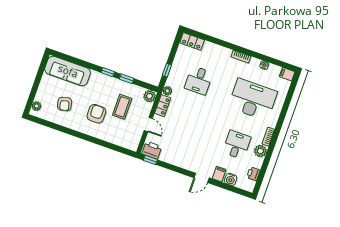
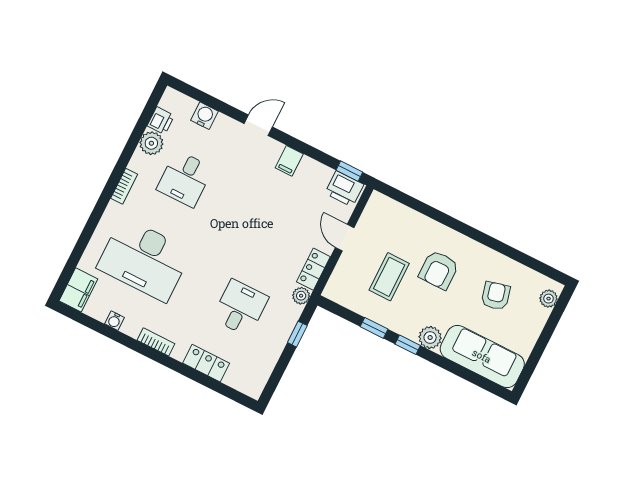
locker: (192, 41) -> (206, 363), moved
filing cabinet: (287, 74) -> (78, 290), width x2.00
plant: (149, 96) -> (430, 337), moved
plant: (260, 151) -> (151, 143), moved
filing cabinet: (219, 174) -> (289, 161), moved

